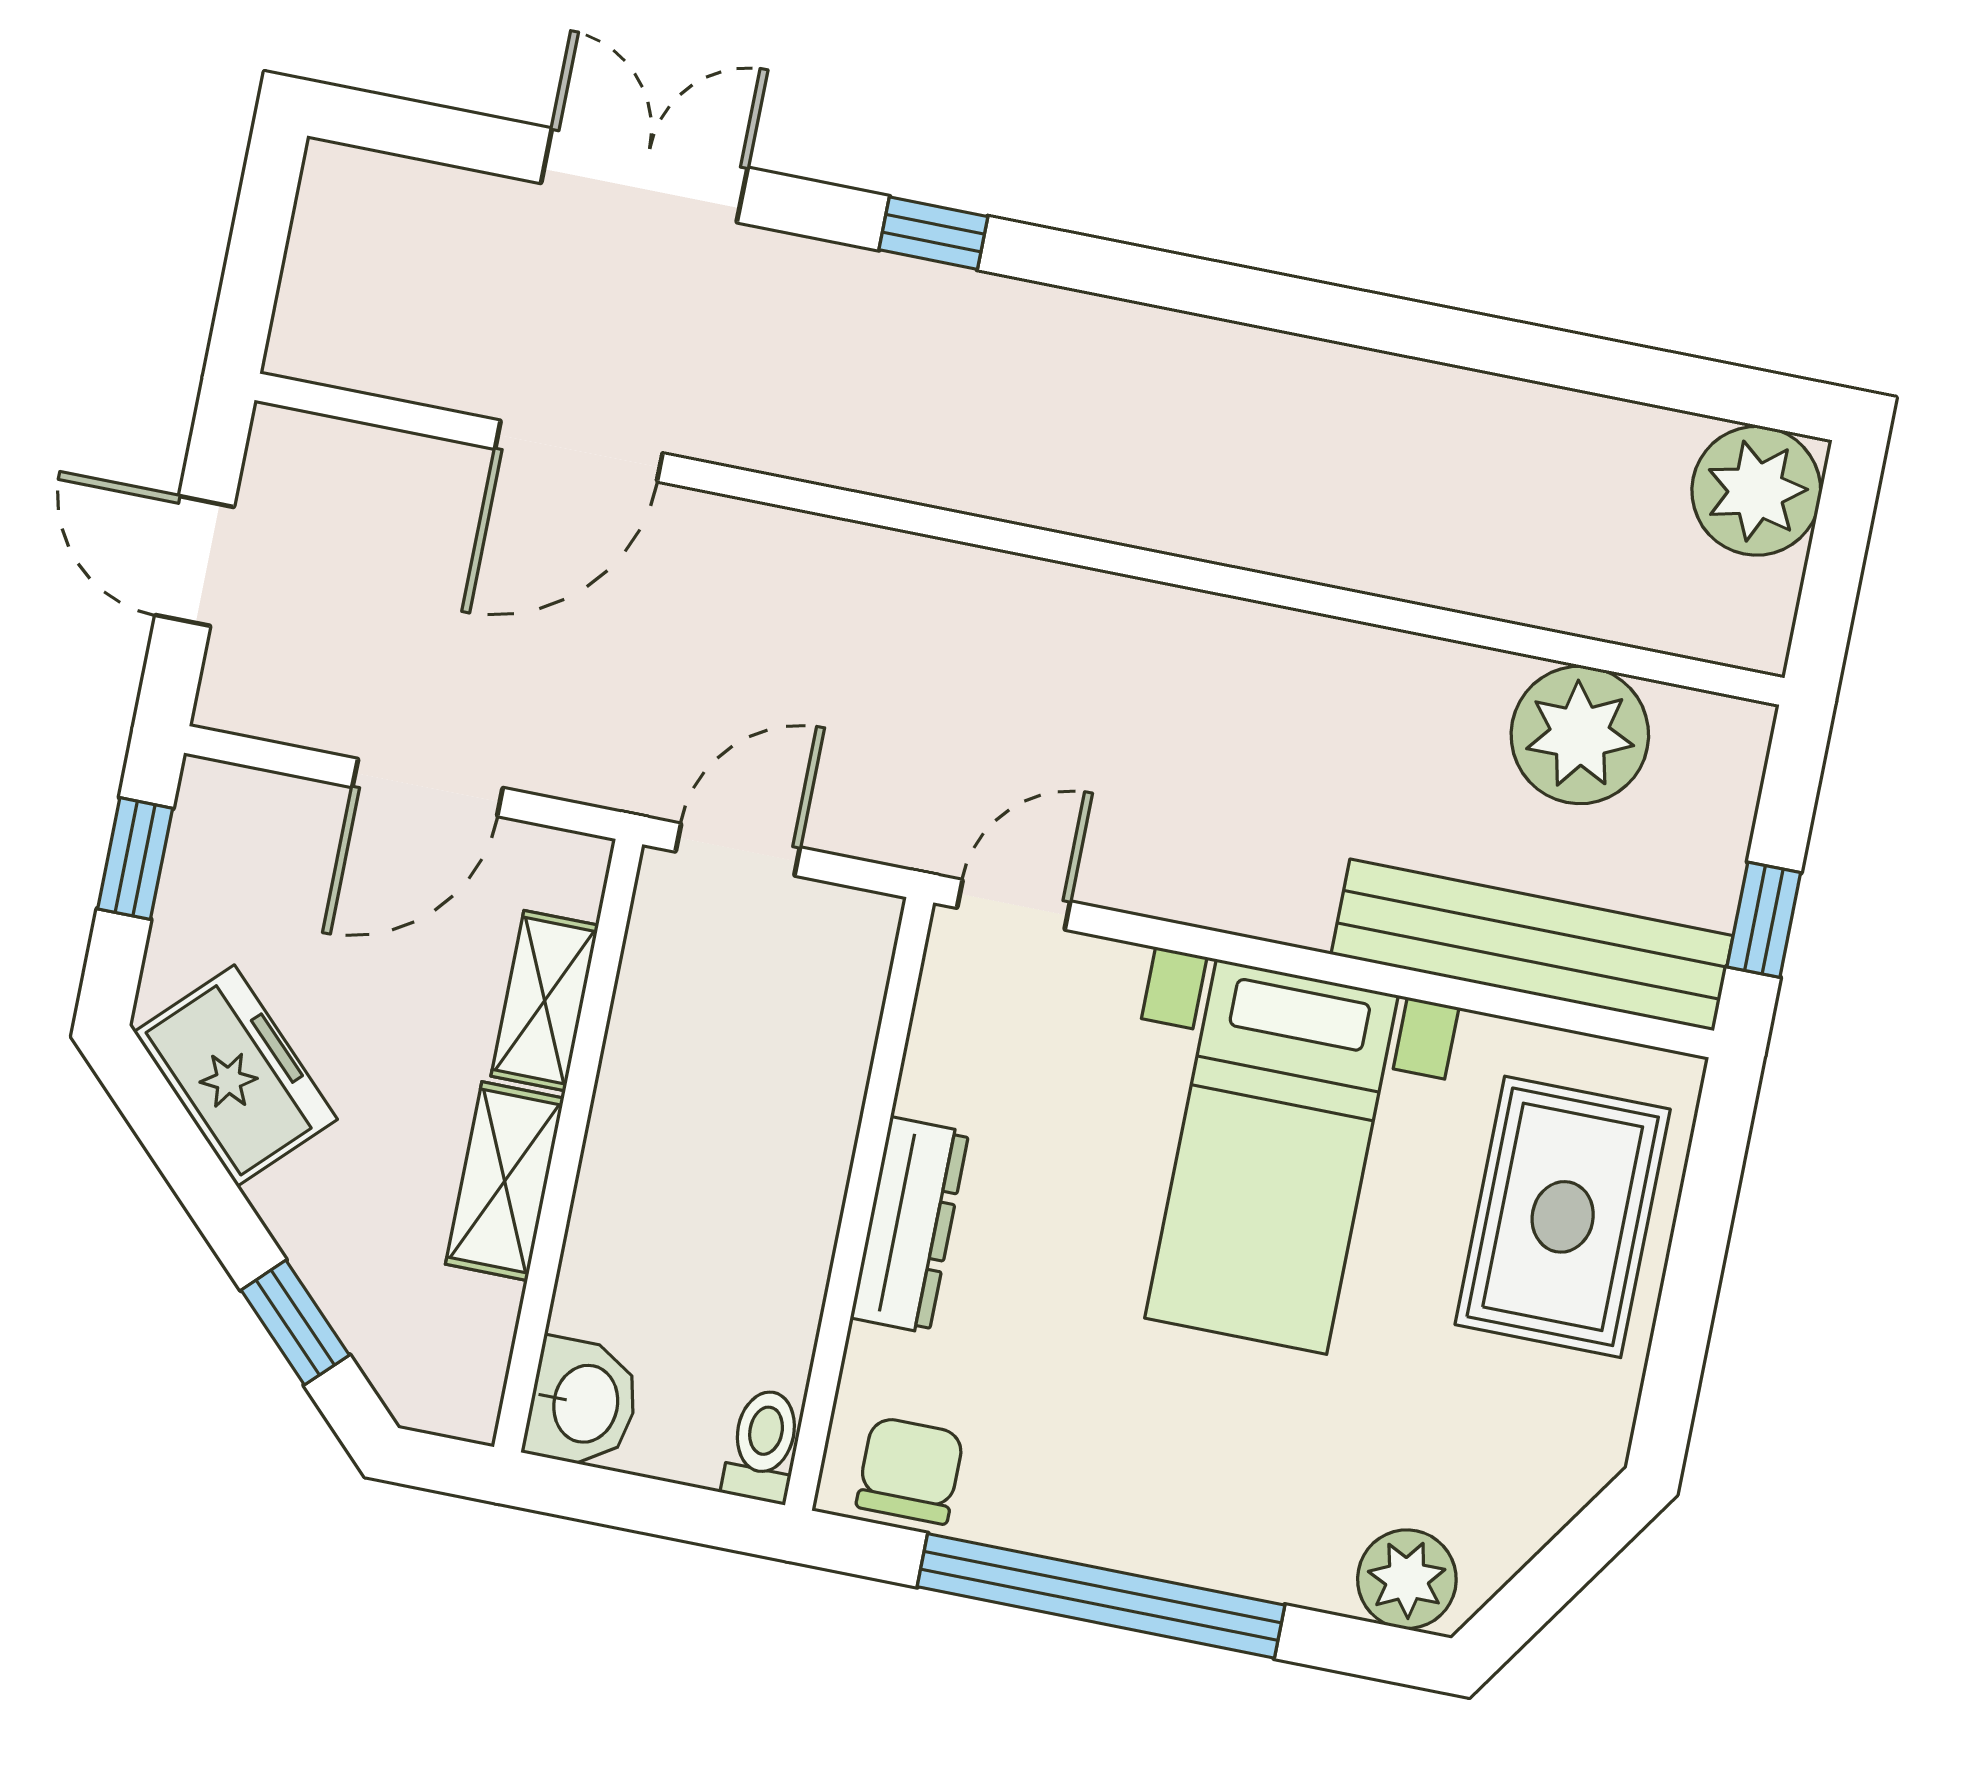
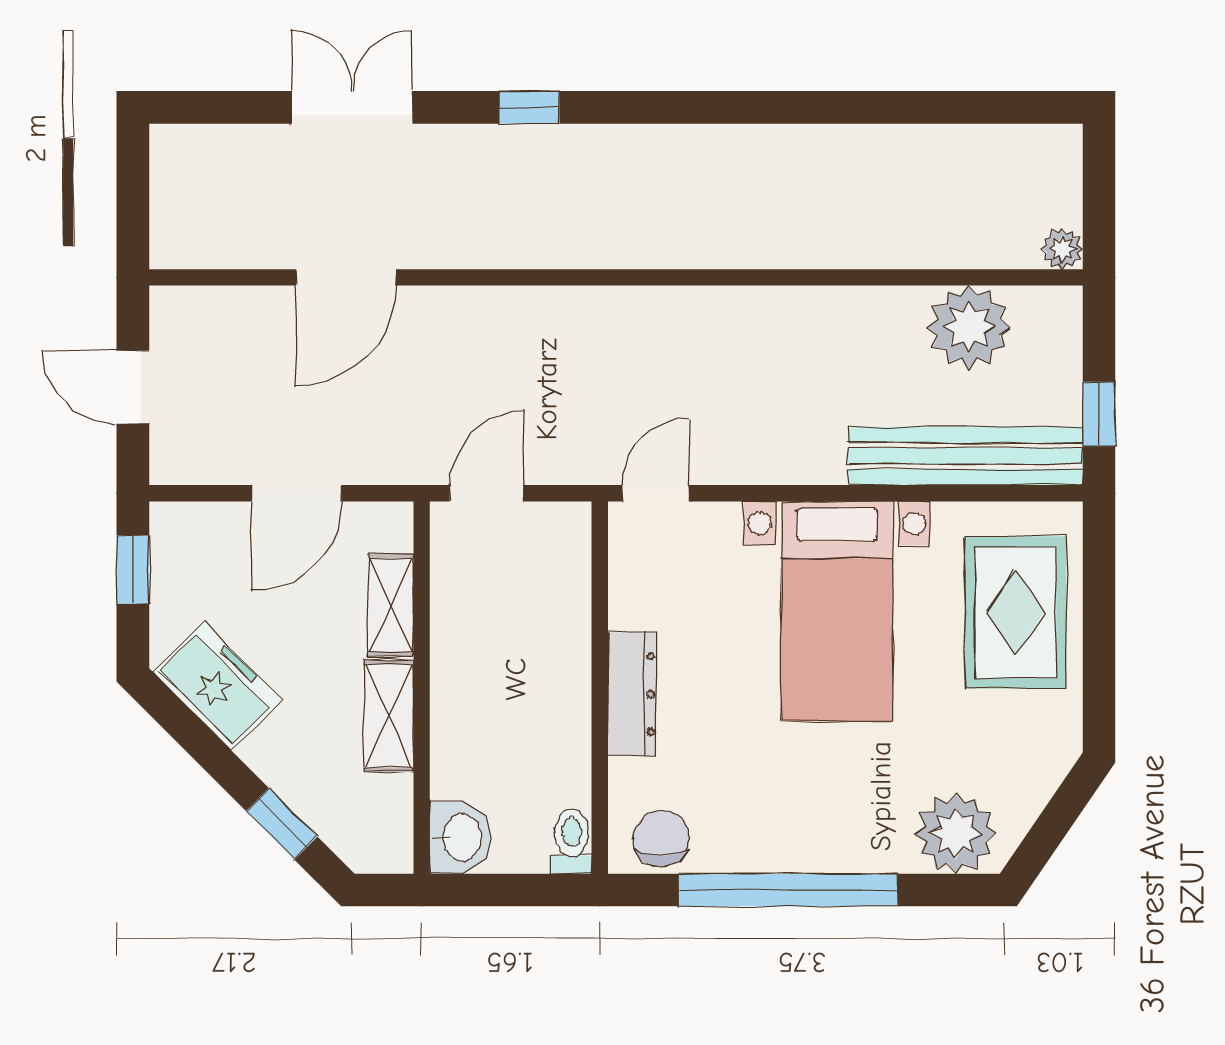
plant: (1756, 491) -> (1062, 249), moved, width x0.53, depth x0.53
plant: (1407, 1579) -> (956, 833), width x1.36, depth x1.36

